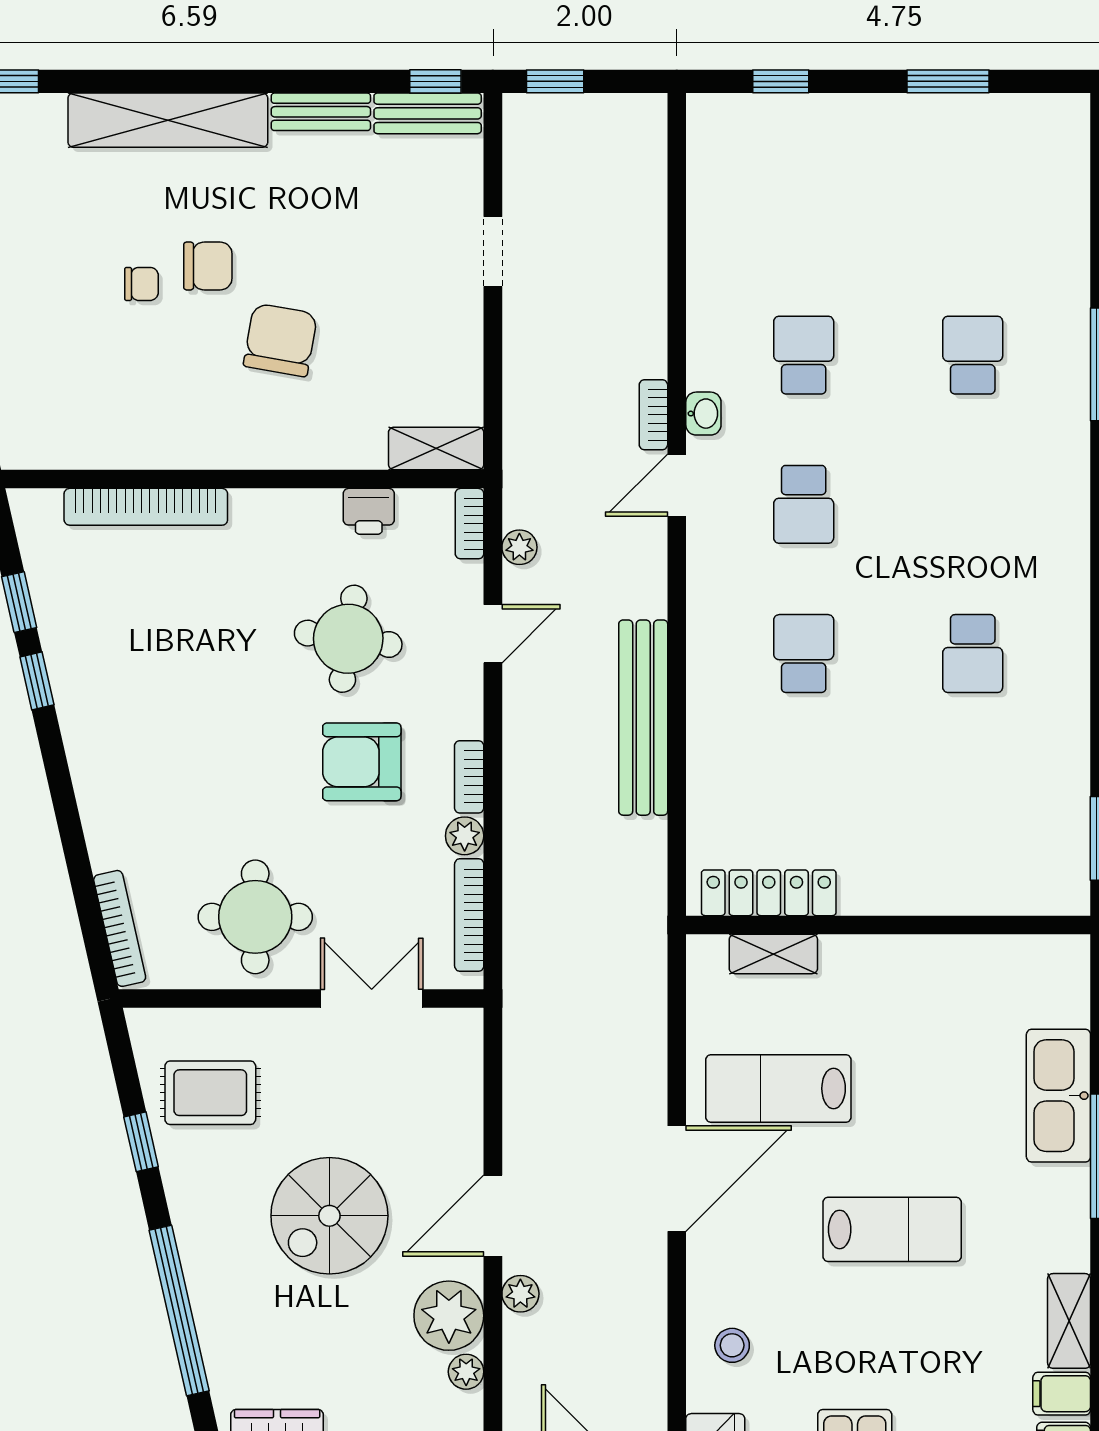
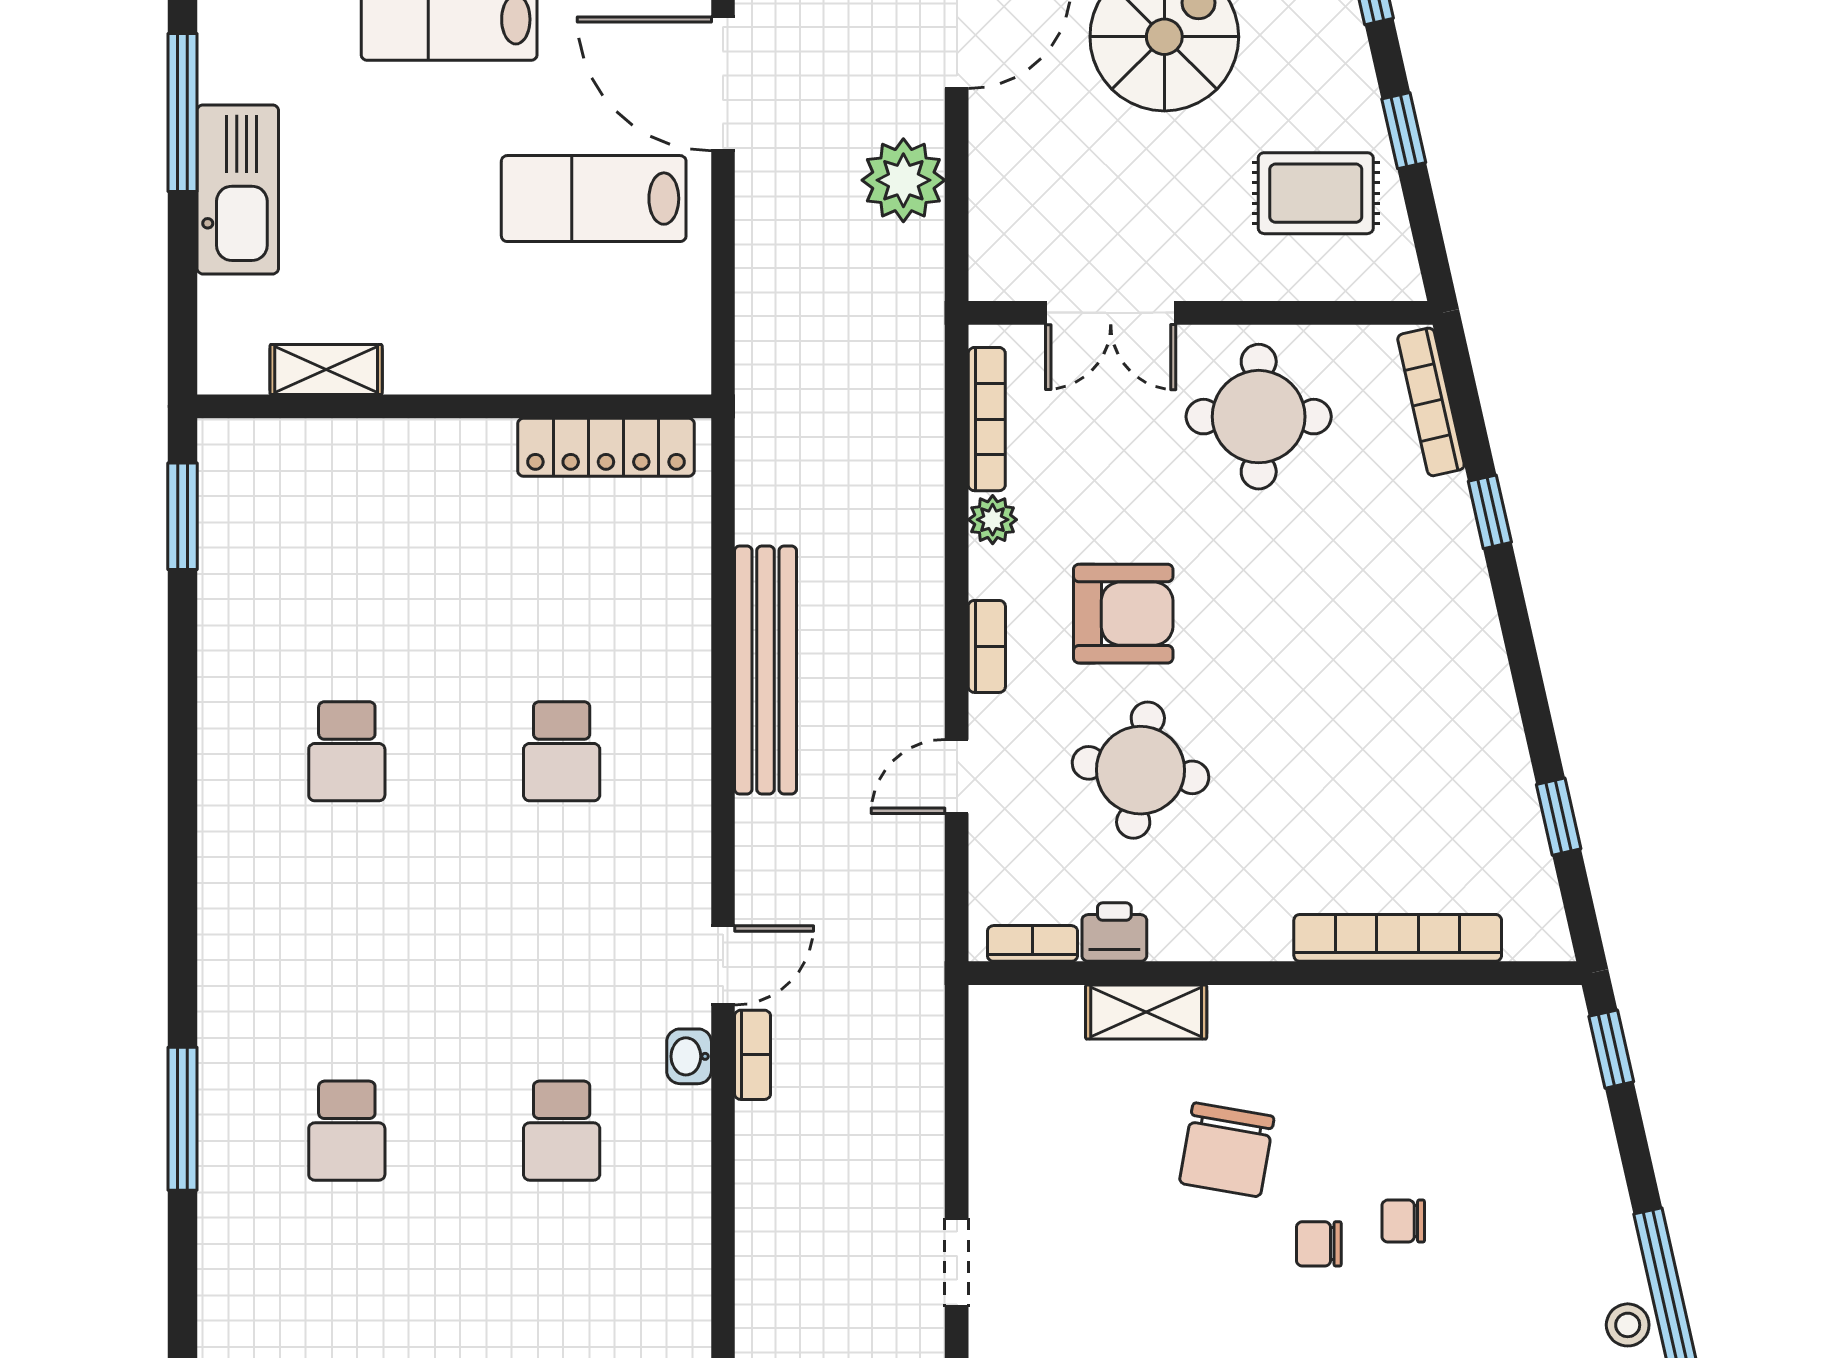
chair: (208, 266) -> (1319, 1244), width x0.73, depth x0.73
shelving: (436, 448) -> (1146, 1012), moved
school desk: (804, 504) -> (562, 941), removed
bookcase: (469, 524) -> (1032, 943), moved, turned -90
plant: (519, 547) -> (903, 180), moved, width x1.87, depth x1.87
school desk: (973, 654) -> (347, 751), turned 180
window: (37, 681) -> (1490, 512), moved
bookcase: (469, 777) -> (987, 646), moved
shelving: (773, 954) -> (326, 370), moved
lab bench: (778, 1088) -> (594, 199), turned 180
door: (677, 1179) -> (723, 84), hinge flipped

